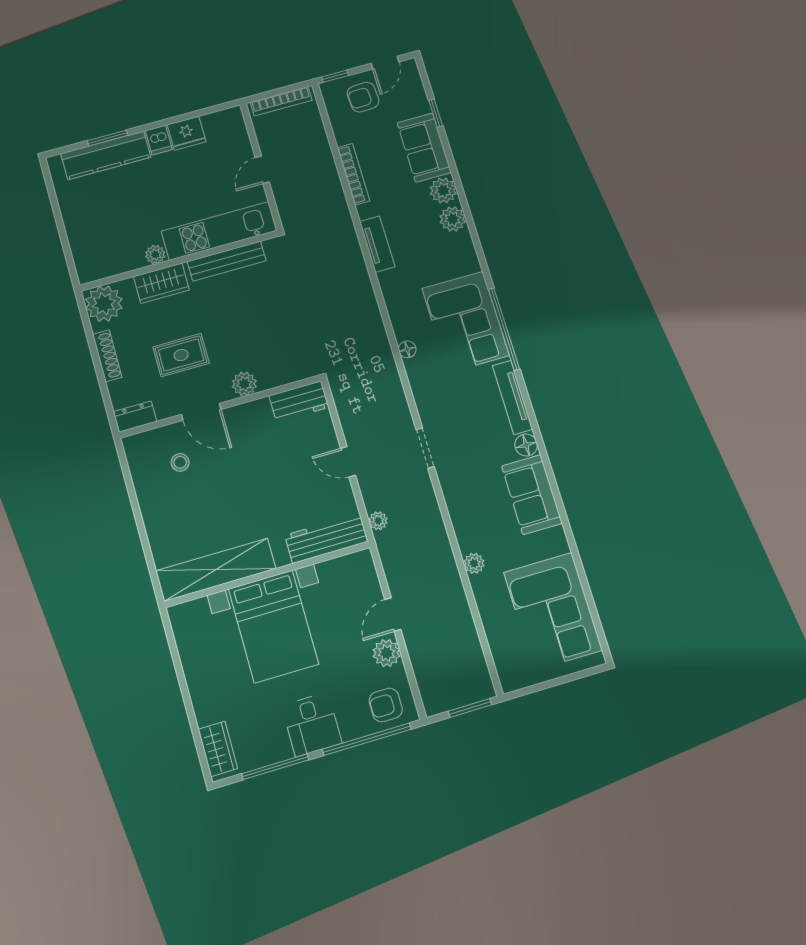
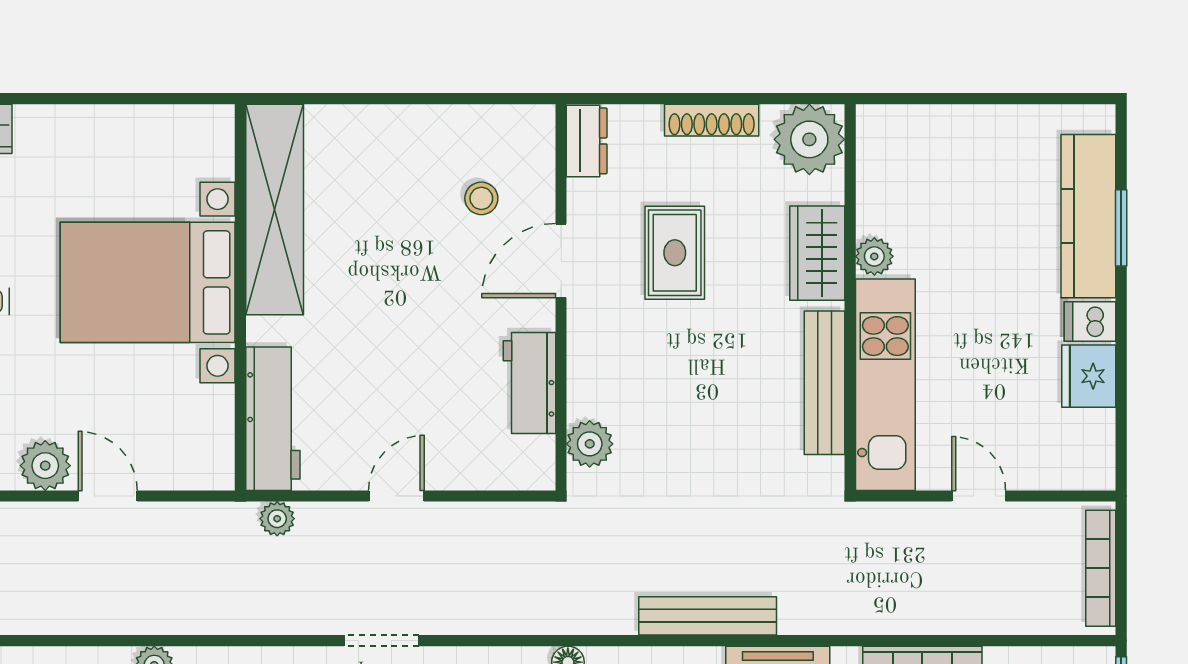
bench: (362, 286) -> (708, 616), added
plant: (244, 384) -> (590, 444), moved
workbench: (299, 402) -> (529, 383), moved

